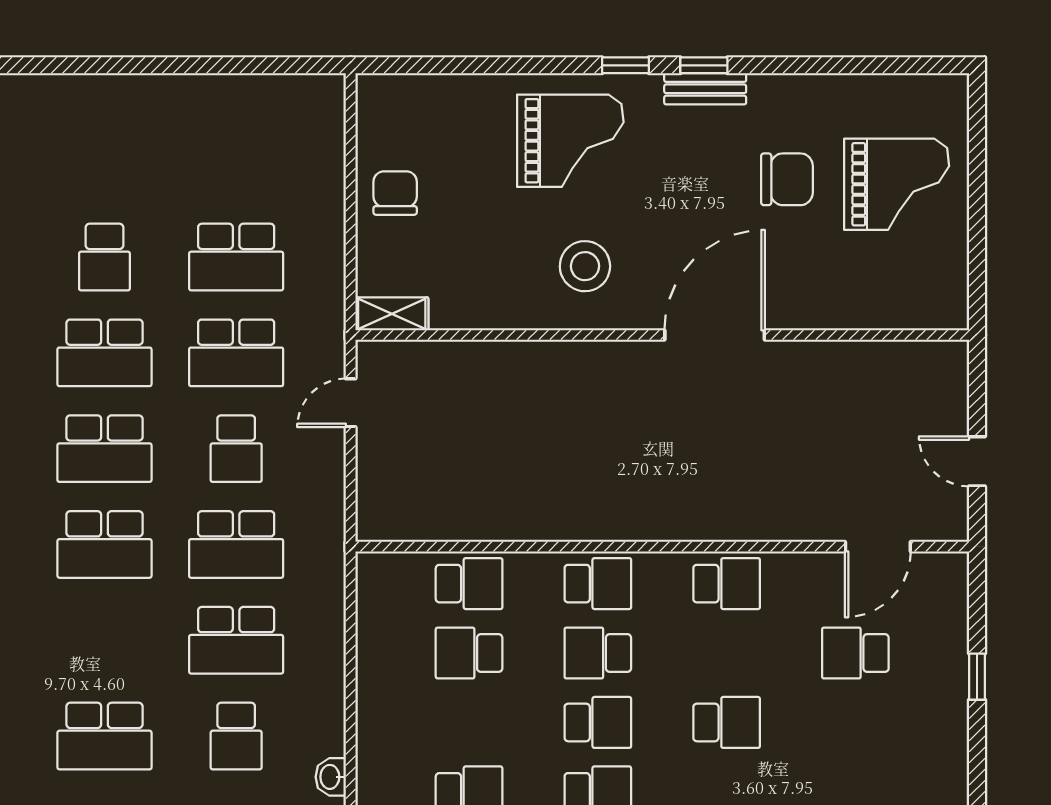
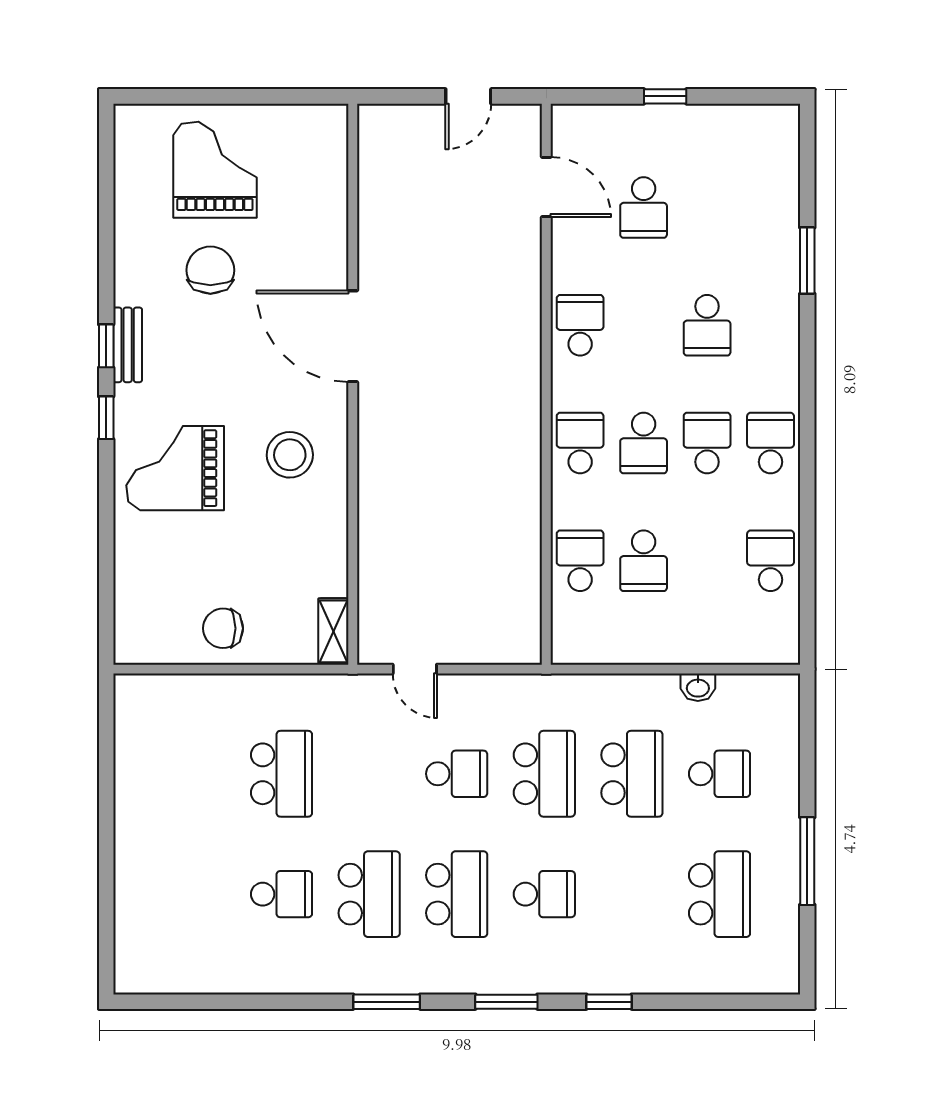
grand piano: (570, 141) -> (175, 468), turned -90
school desk: (236, 353) -> (369, 774), removed
school desk: (104, 544) -> (544, 894), width x0.54
school desk: (727, 722) -> (707, 325), turned 180
washbasin: (331, 777) -> (698, 687), moved

